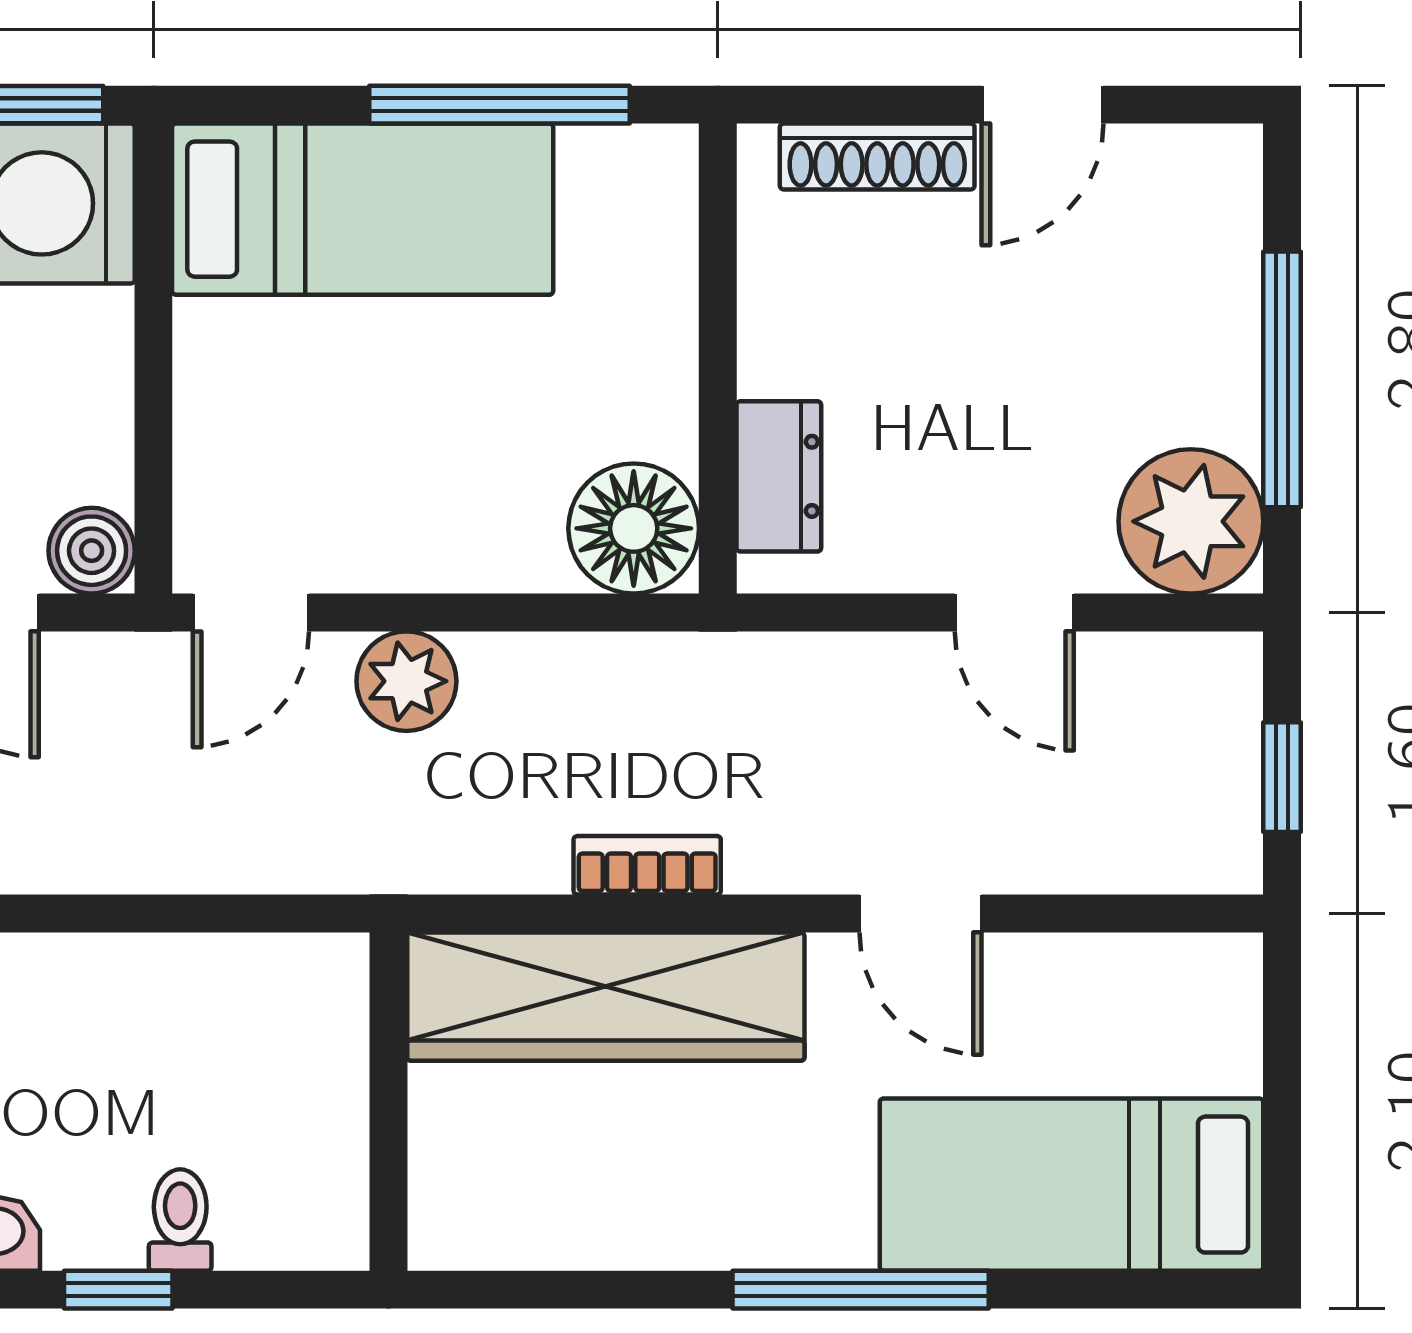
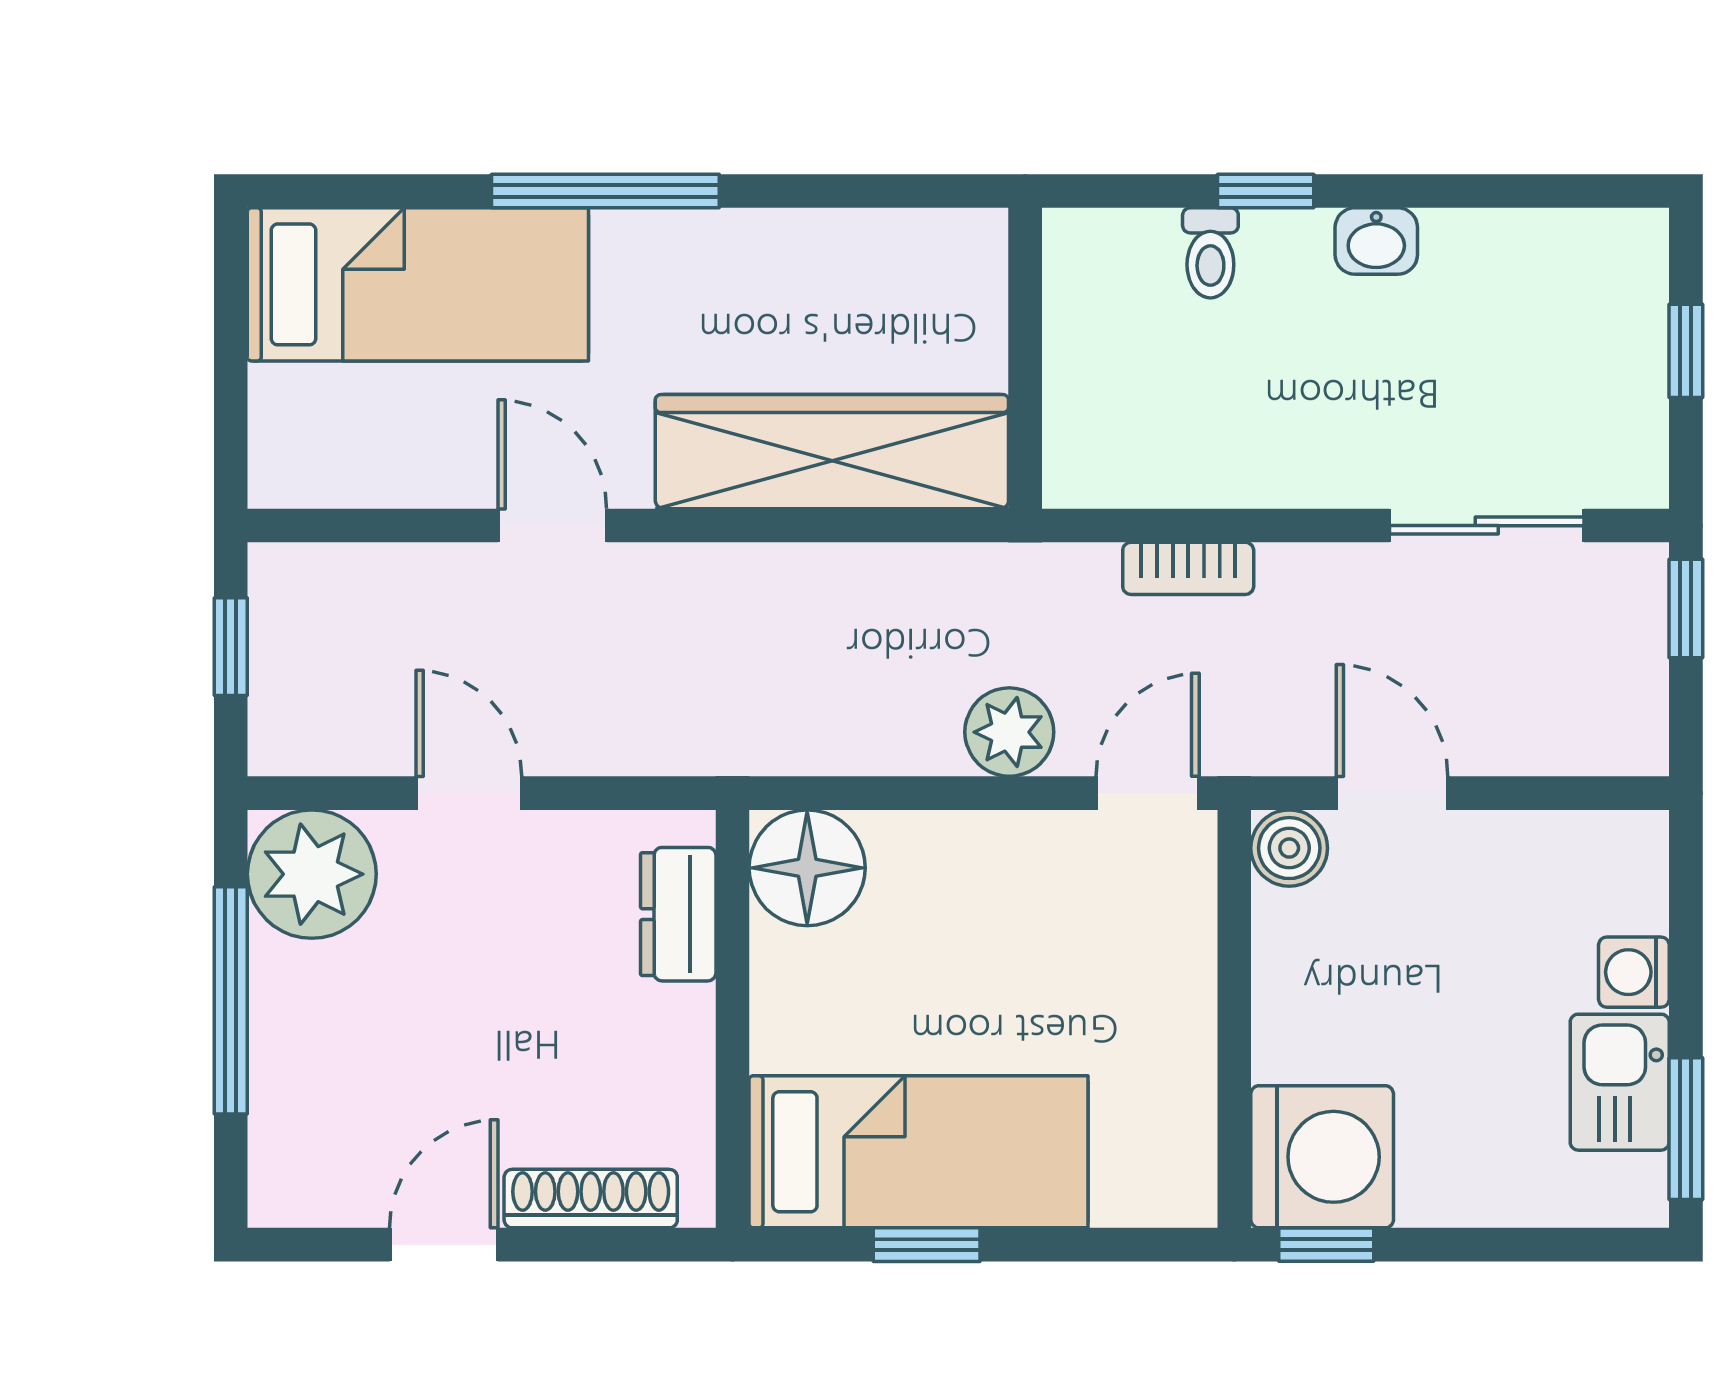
window: (499, 105) -> (927, 1245), width x0.46
bed: (363, 209) -> (919, 1152), moved, turned 180
bookcase: (647, 865) -> (1188, 568), moved

